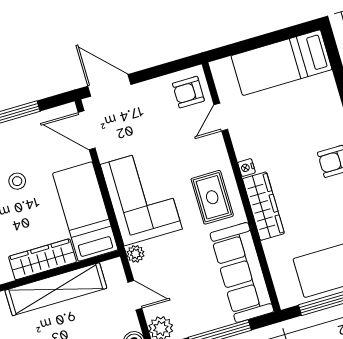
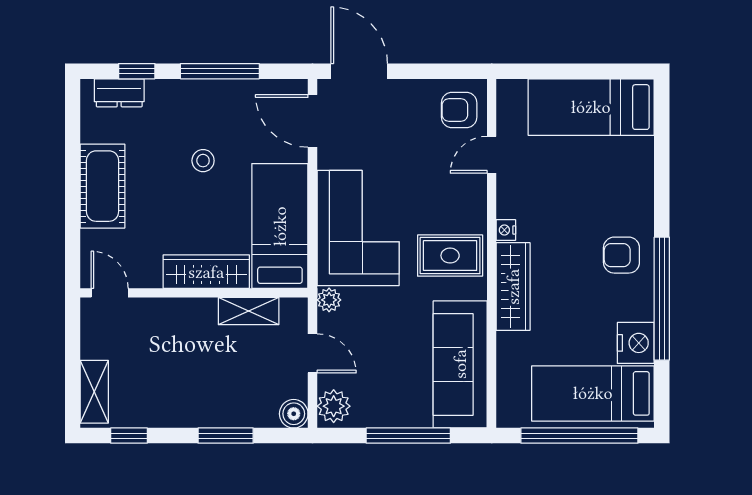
rug: (212, 197) -> (450, 256), turned 90
shelving: (56, 289) -> (249, 311), width x0.45, depth x0.75

